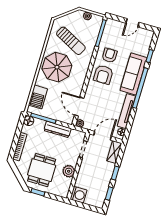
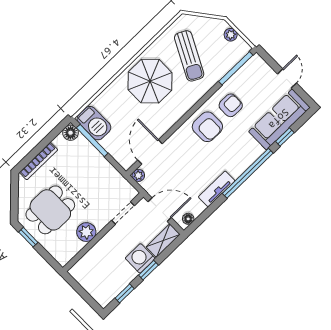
door: (132, 23) -> (287, 78), swing flipped
sofa: (133, 74) -> (279, 119), moved
armchair: (103, 75) -> (207, 127), turned -90
barbecue: (38, 97) -> (94, 123), moved, turned -90
tv unit: (126, 111) -> (217, 189), width x0.71
dresser: (58, 129) -> (103, 167), removed
washing machine: (79, 195) -> (140, 258), moved, turned 180

